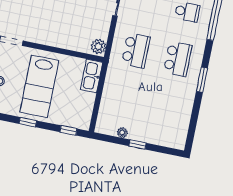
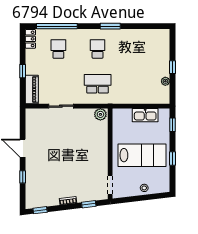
school desk: (178, 59) -> (98, 49), width x0.54
kitchen sink: (92, 76) -> (145, 115), moved

